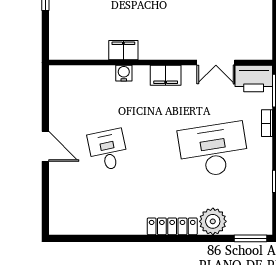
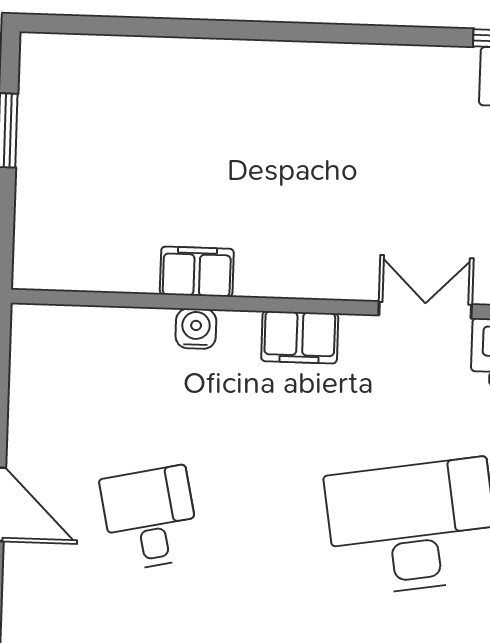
double door: (216, 62) -> (425, 310), swing flipped

